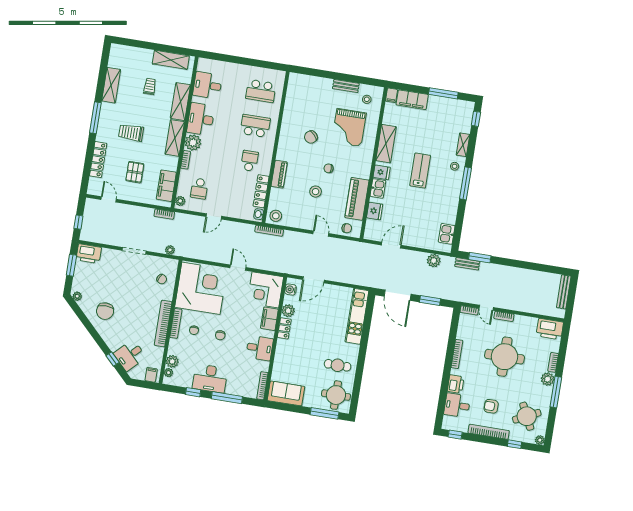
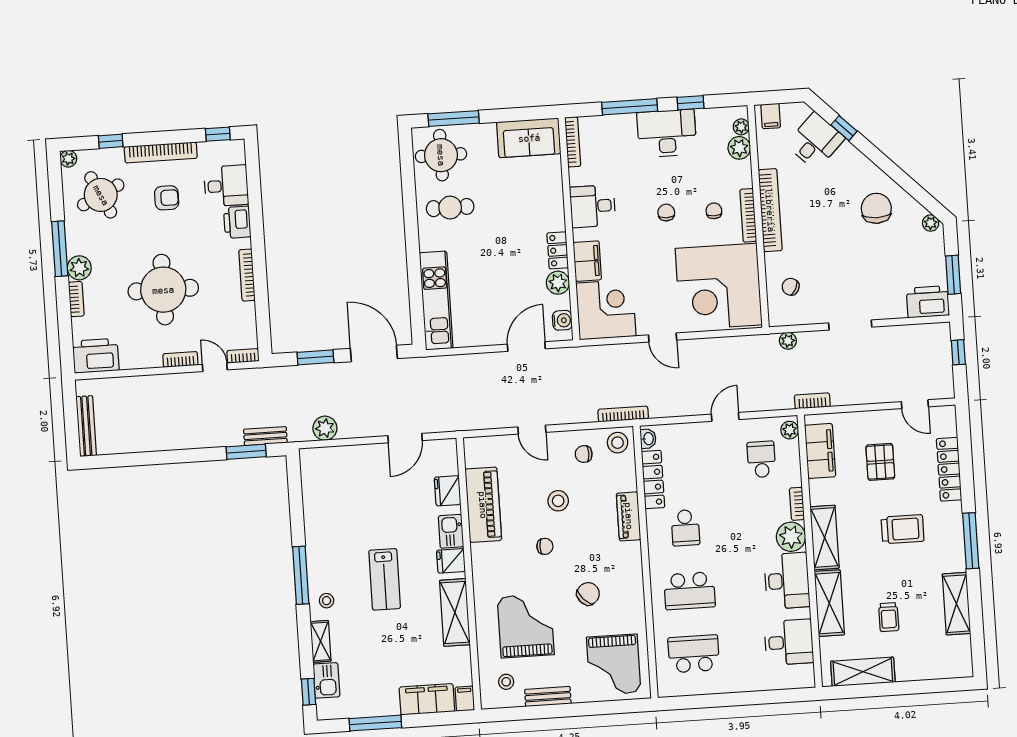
grand piano: (306, 95) -> (614, 665), added
chair: (347, 228) -> (584, 454), moved
kitchen sink: (447, 234) -> (326, 680), moved

